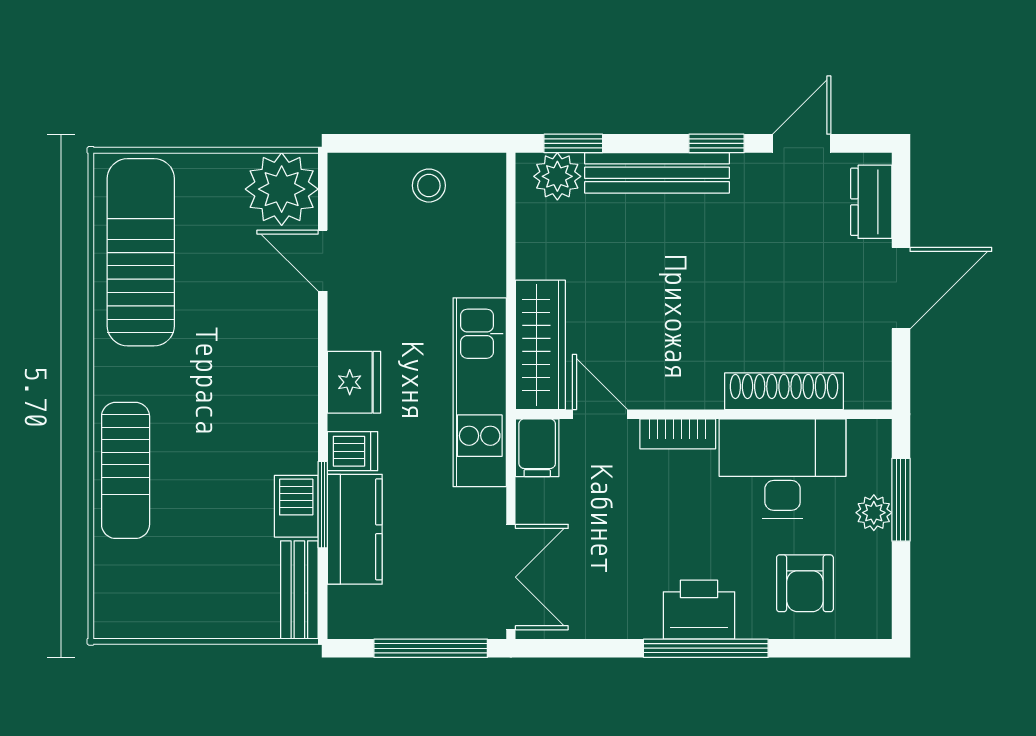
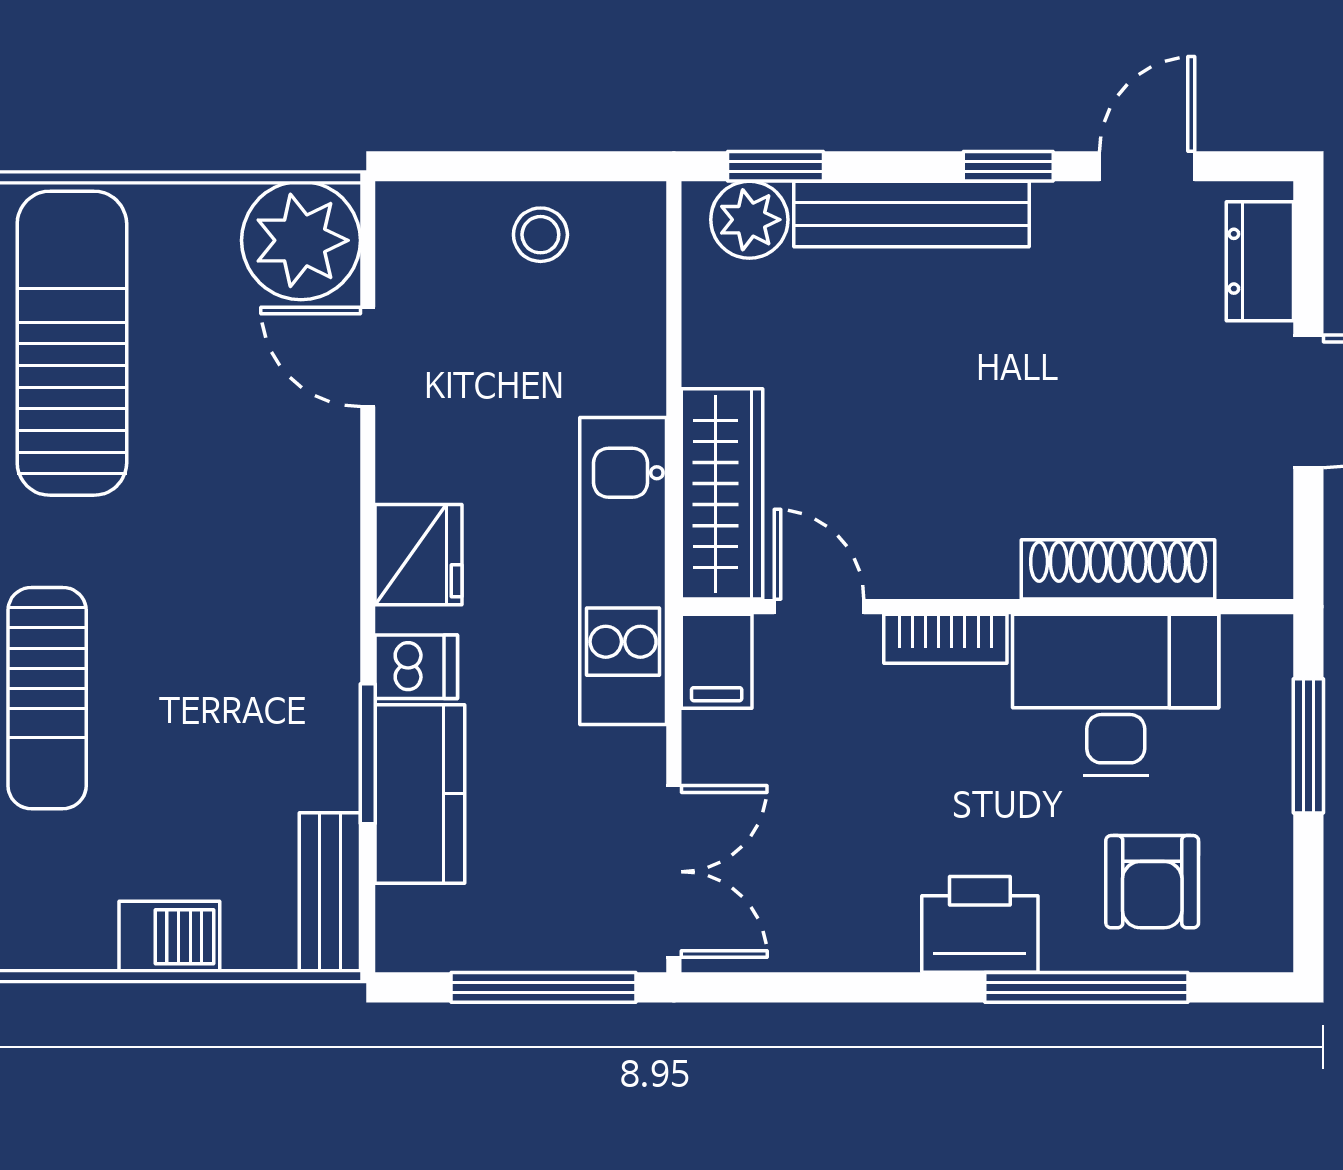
barbecue: (296, 506) -> (169, 937), moved, turned 90
plant: (874, 513) -> (1264, 767), removed
window: (706, 648) -> (1086, 987), moved

